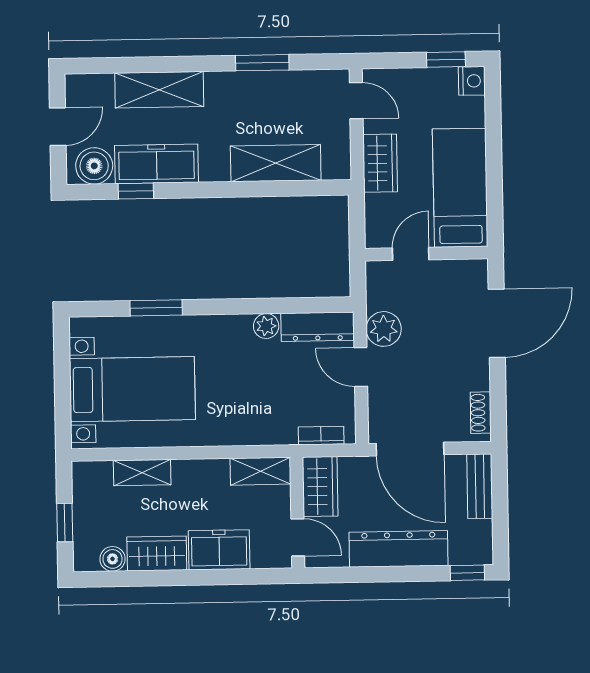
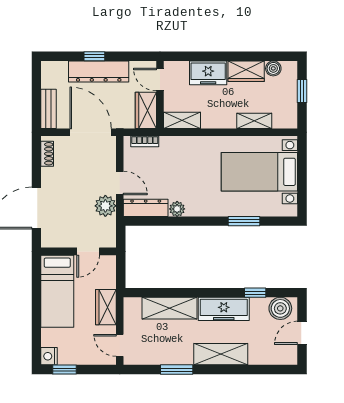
shelving: (159, 90) -> (221, 354), moved
freezer: (156, 164) -> (224, 309), moved
window: (467, 573) -> (94, 56), moved

